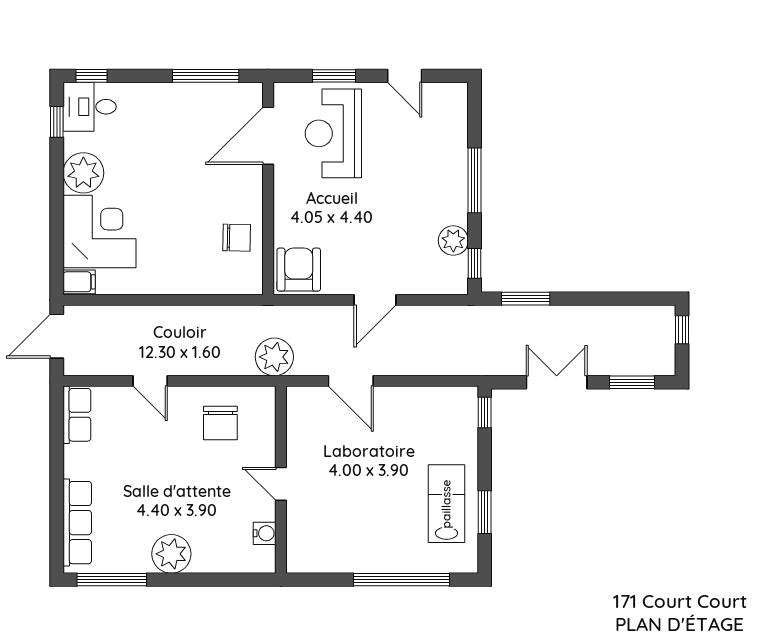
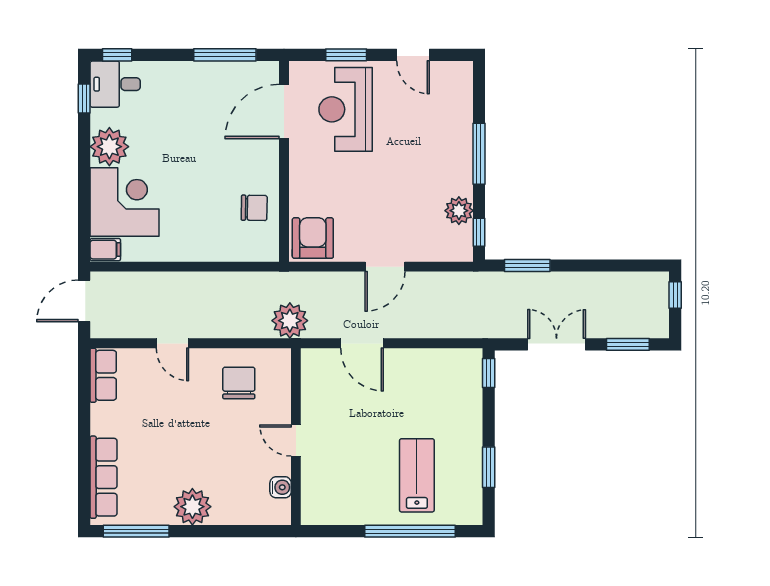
chair: (220, 423) -> (239, 383), turned 180
lab bench: (446, 504) -> (417, 475), moved

